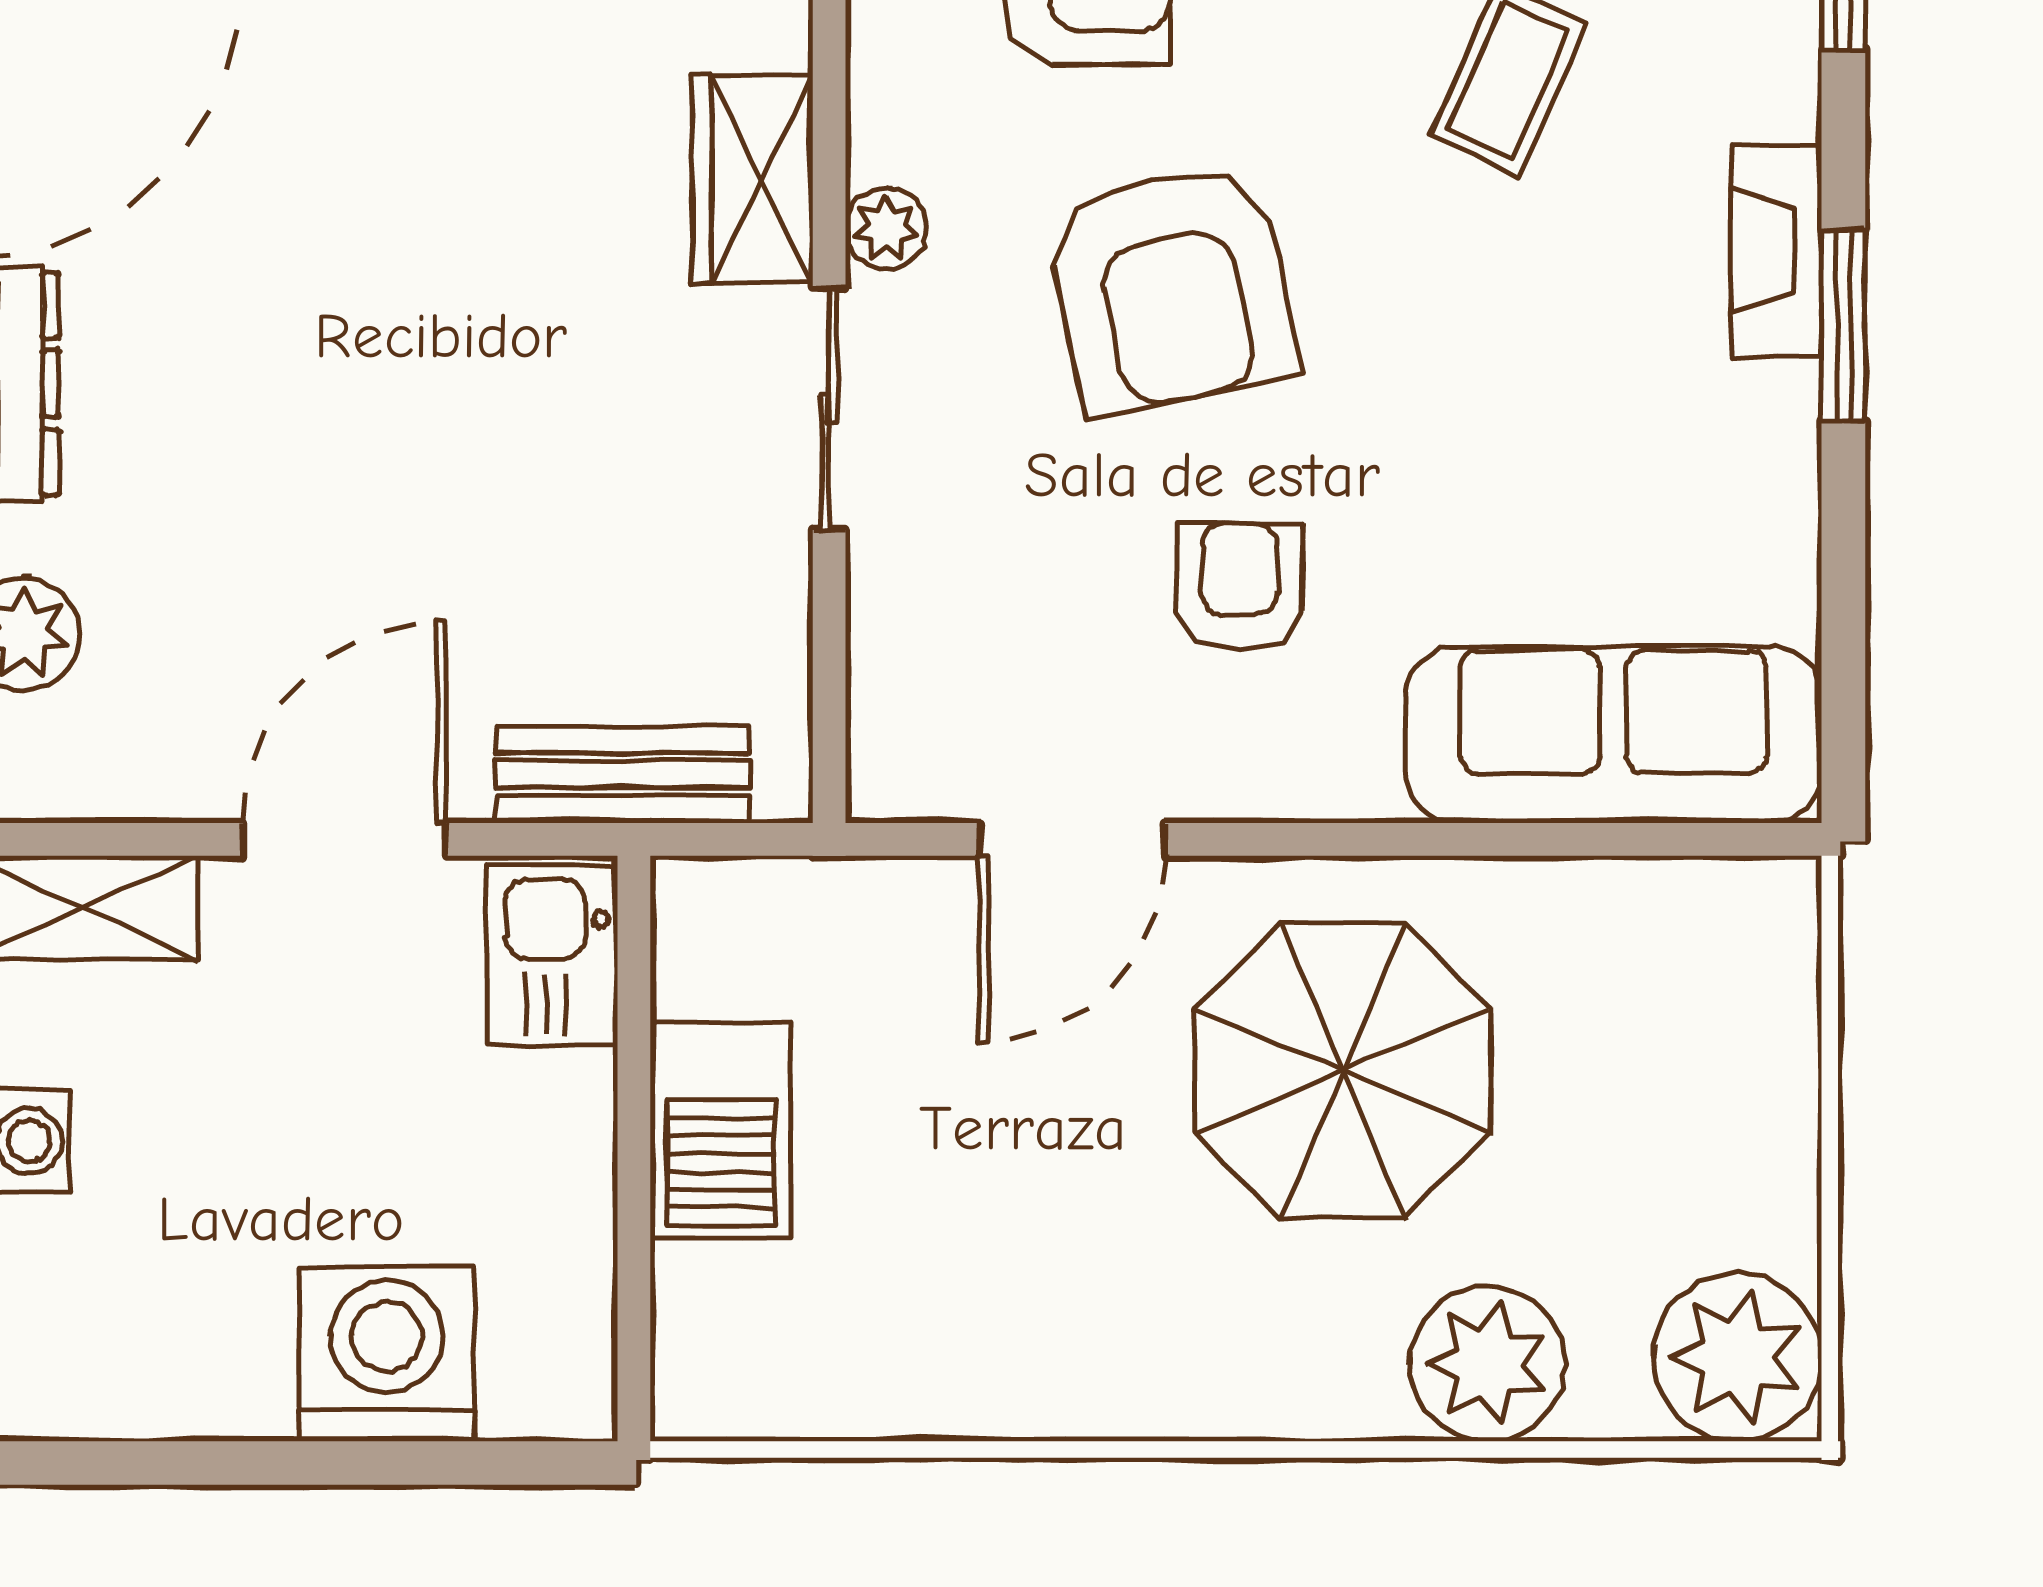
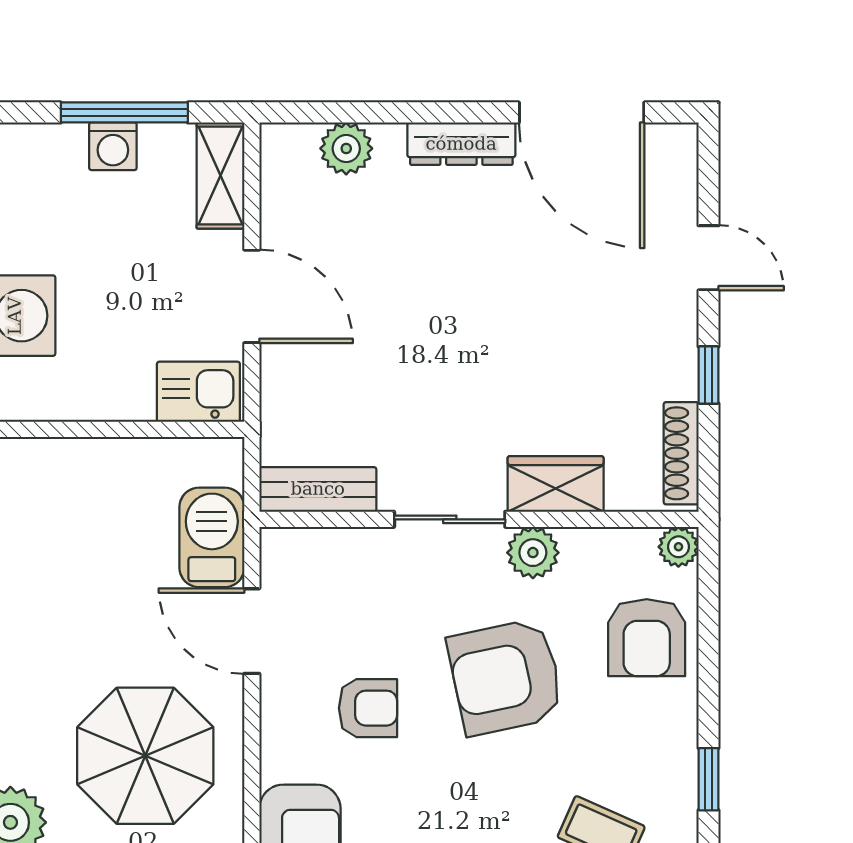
plant: (886, 228) -> (533, 553), width x1.38, depth x1.38
bench: (622, 774) -> (318, 489), moved, turned 90
barbecue: (721, 1131) -> (212, 537), moved, turned 90

